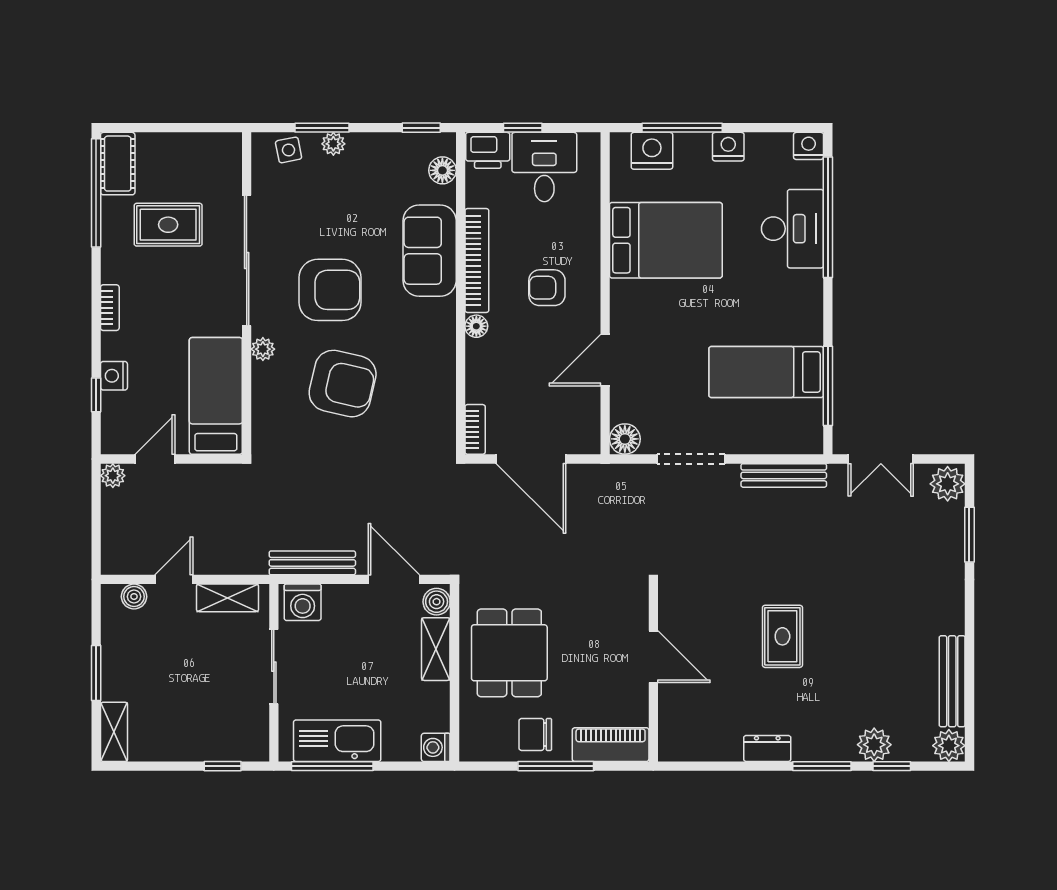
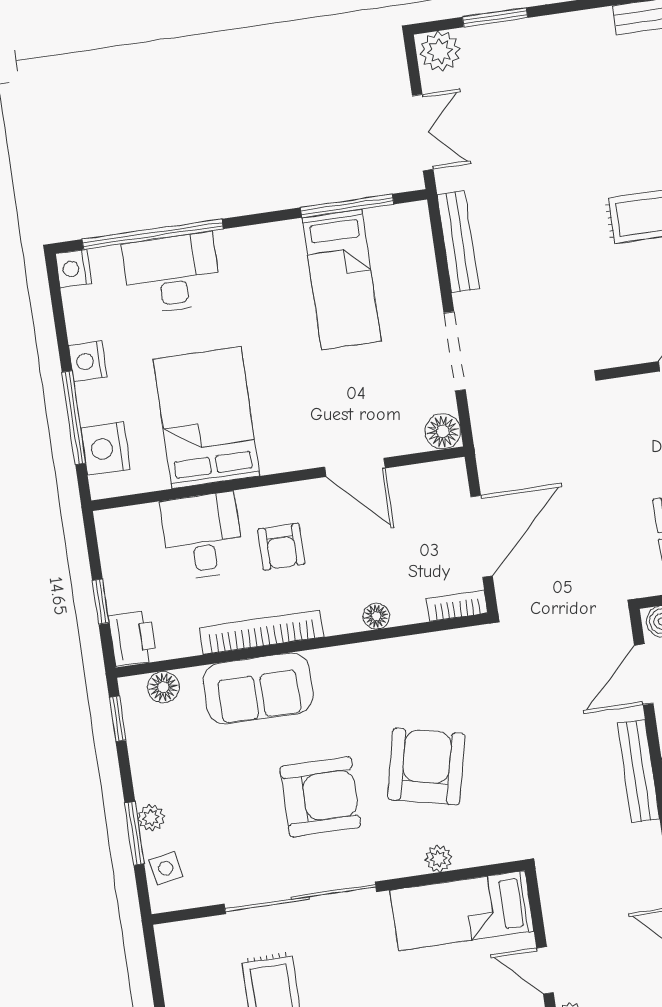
desk: (544, 167) -> (202, 536), moved, turned 90
armchair: (330, 290) -> (320, 797), turned 90
floor lamp: (476, 326) -> (376, 616), moved
plant: (263, 349) -> (439, 859), moved

